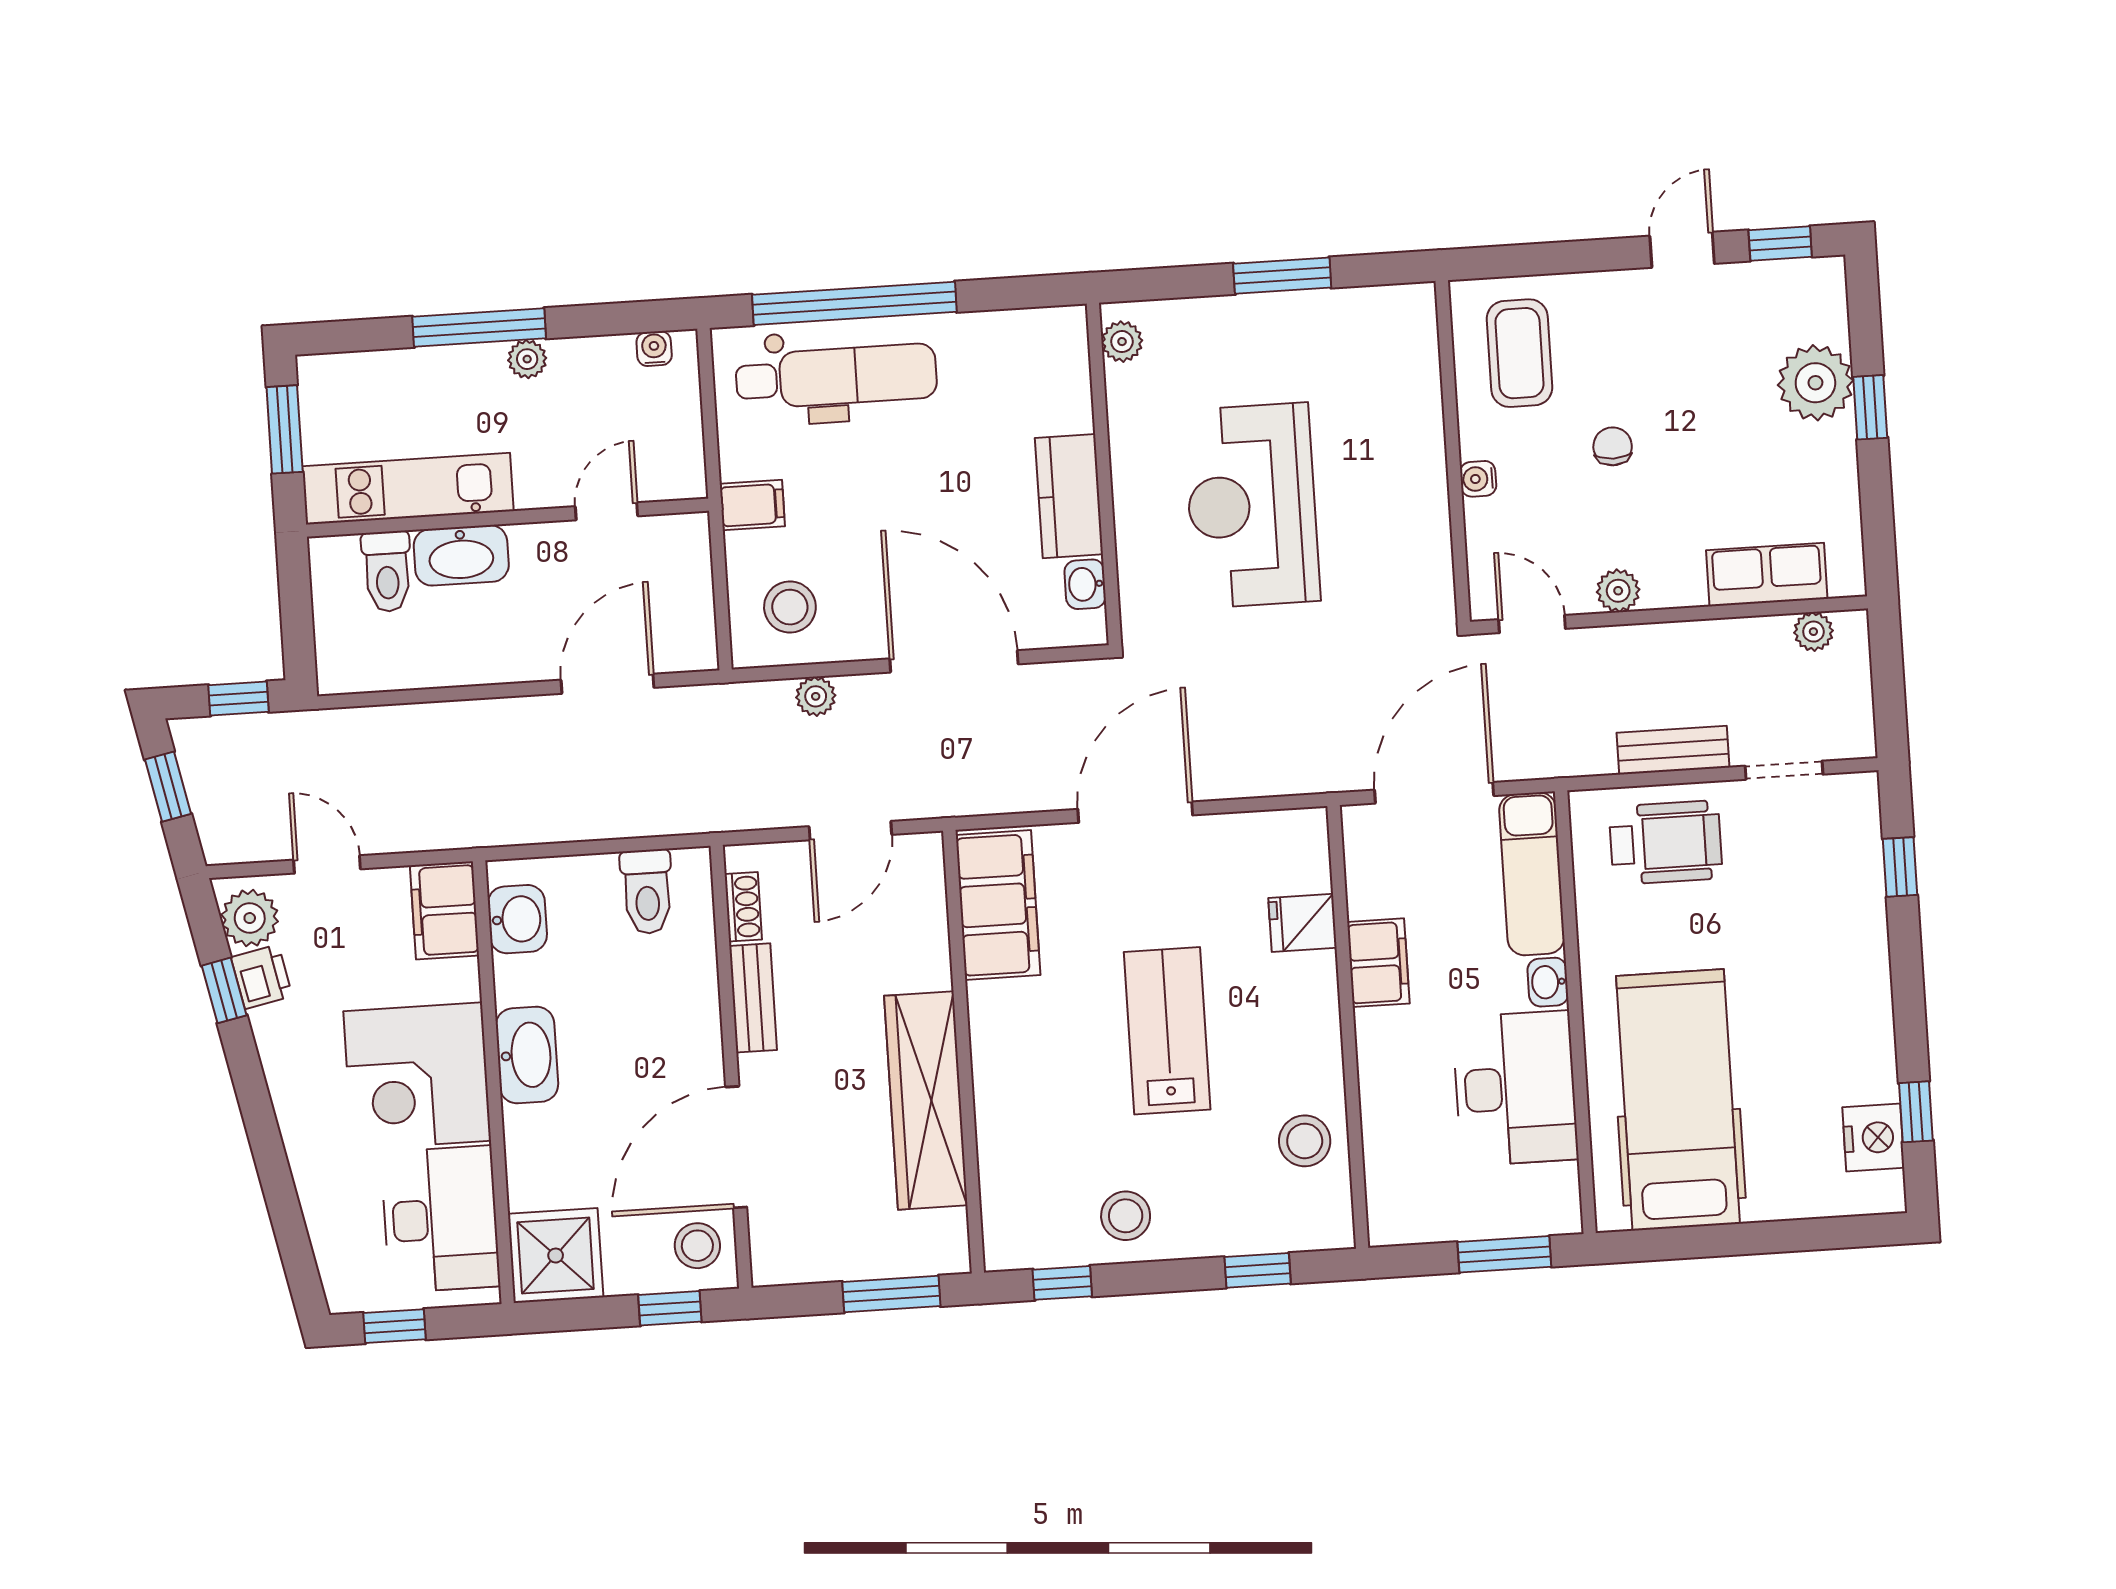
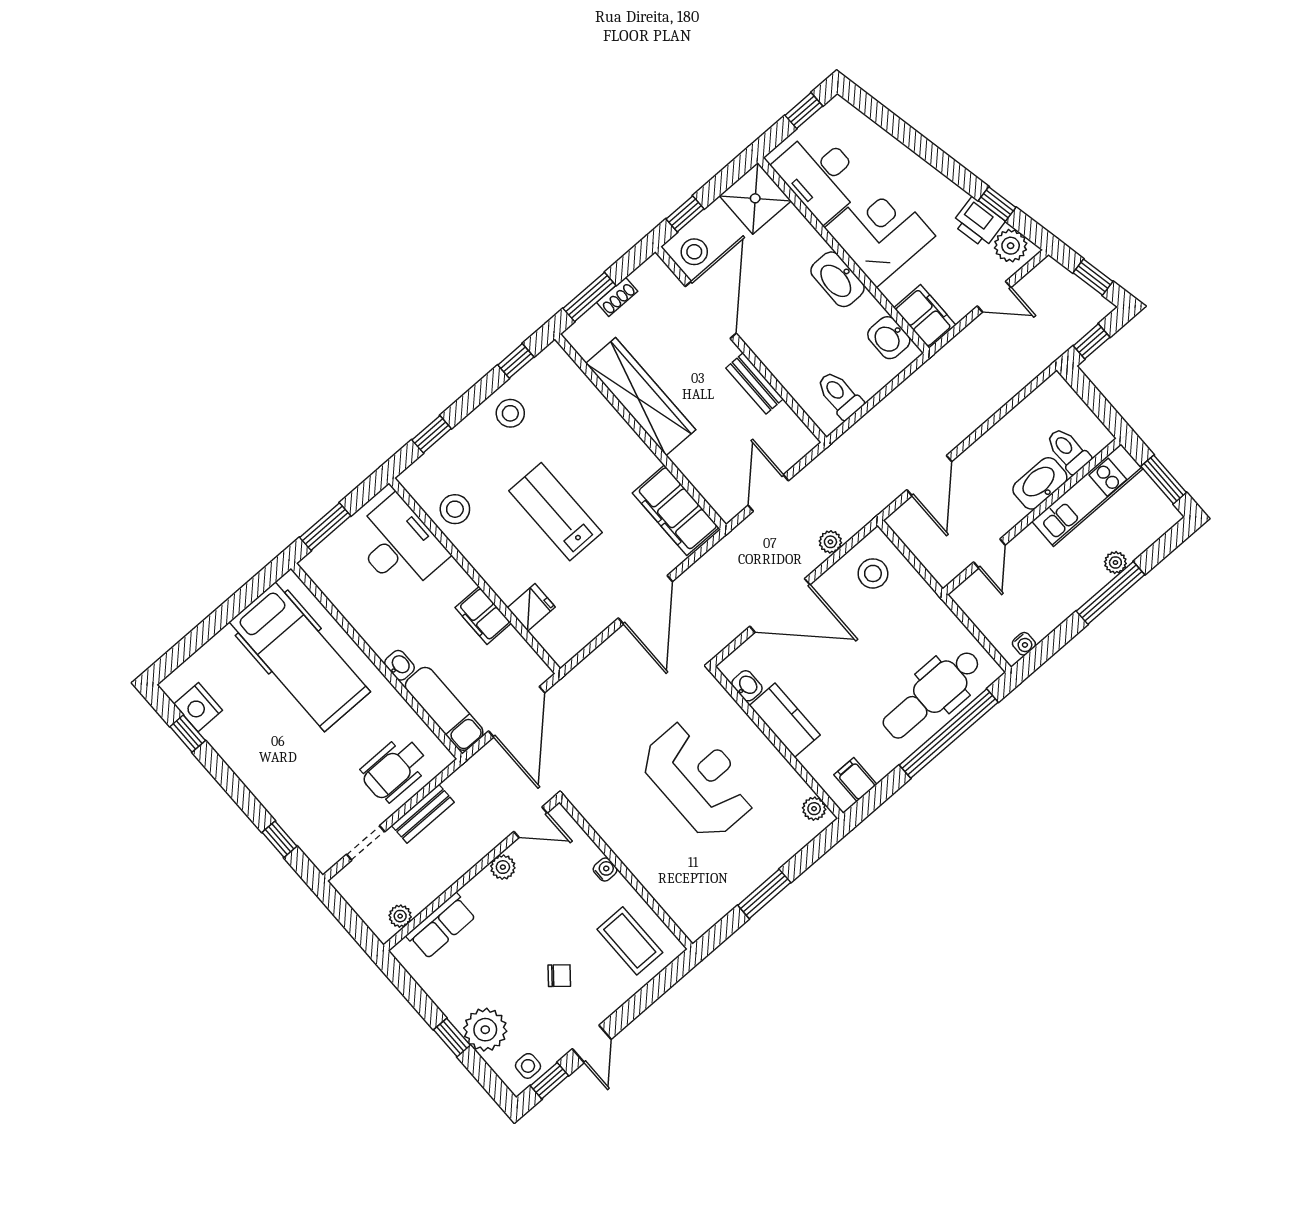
side table: (1794, 287) -> (528, 1066), added
plant: (527, 359) -> (1115, 562), moved
chair: (1613, 446) -> (559, 976), moved, turned -50
filing cabinet: (752, 505) -> (855, 780), moved, turned 90
shoe rack: (743, 907) -> (617, 297), moved, turned -90
printer: (262, 977) -> (978, 222), width x1.36, depth x1.24
lab bench: (1167, 1031) -> (555, 512), turned 180
desk: (1515, 1088) -> (399, 545), moved, turned 180

